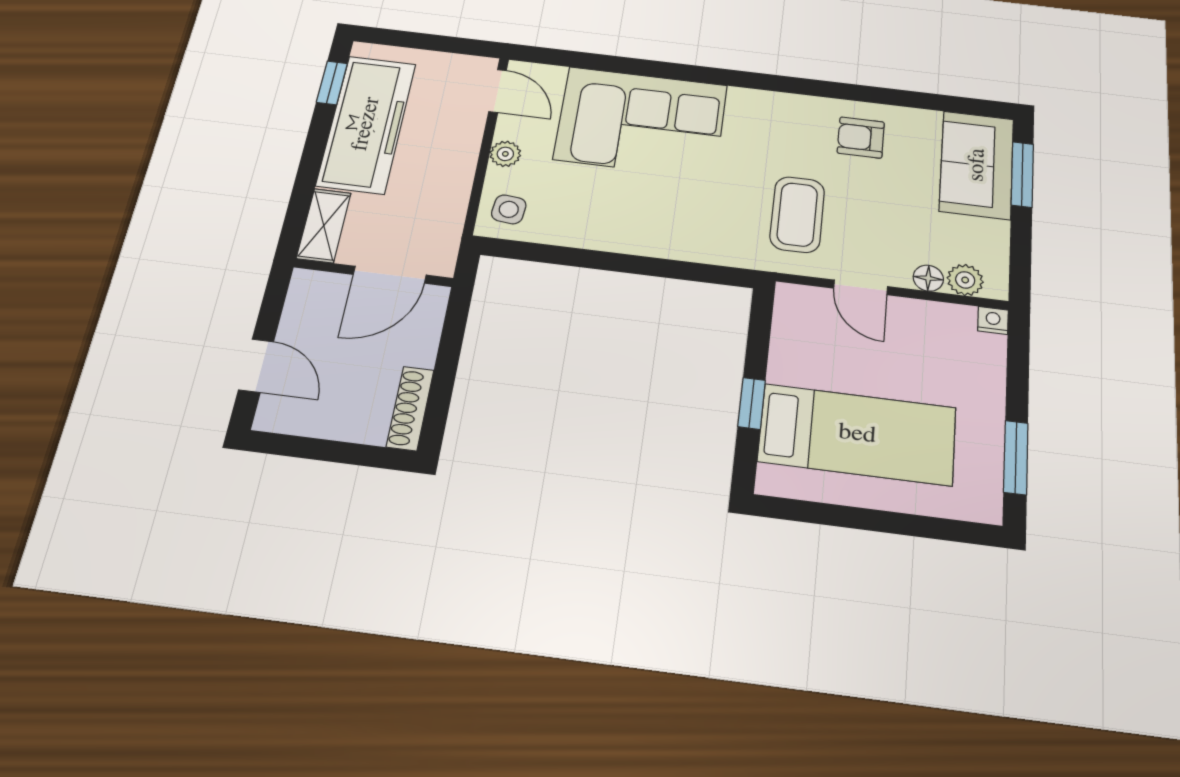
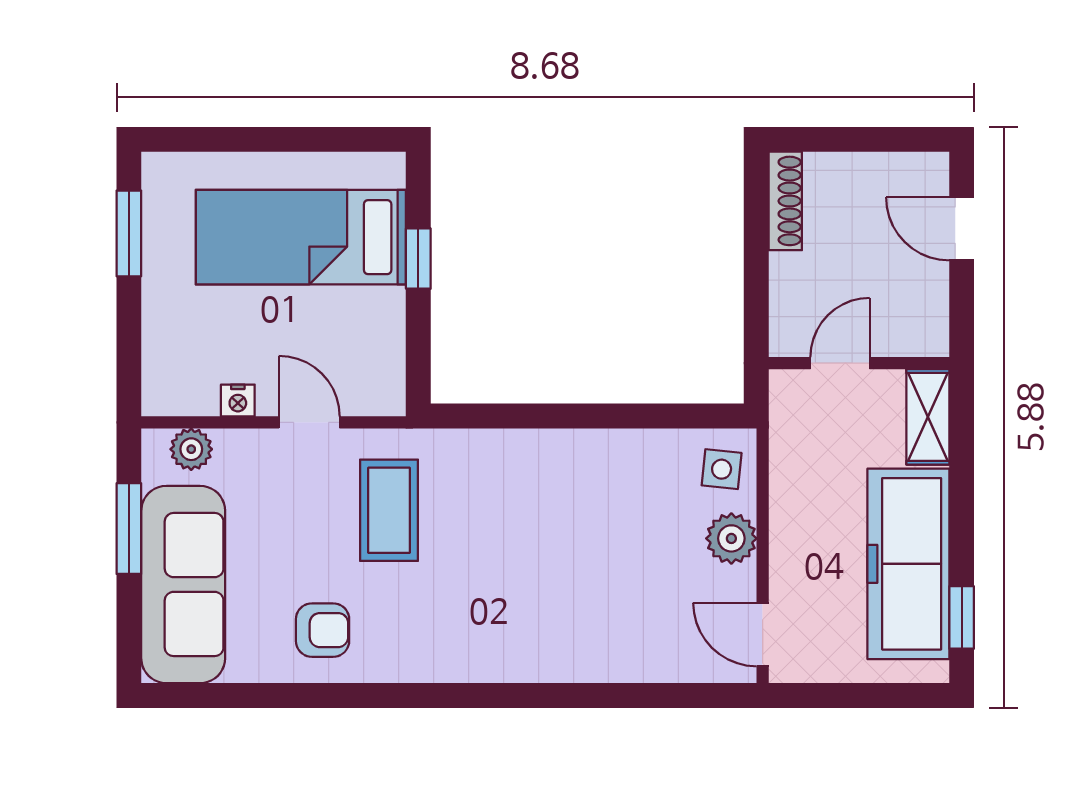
corner sofa: (641, 122) -> (586, 614), removed
plant: (505, 154) -> (731, 538), width x1.38, depth x1.38
sofa: (977, 165) -> (183, 585), width x1.36
window: (1022, 174) -> (129, 529), moved
door: (390, 275) -> (840, 363), width x0.73
floor lamp: (928, 278) -> (233, 446), removed
nightstand: (993, 320) -> (238, 401), moved

